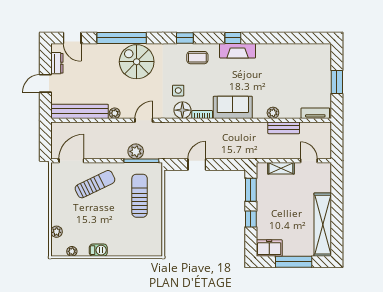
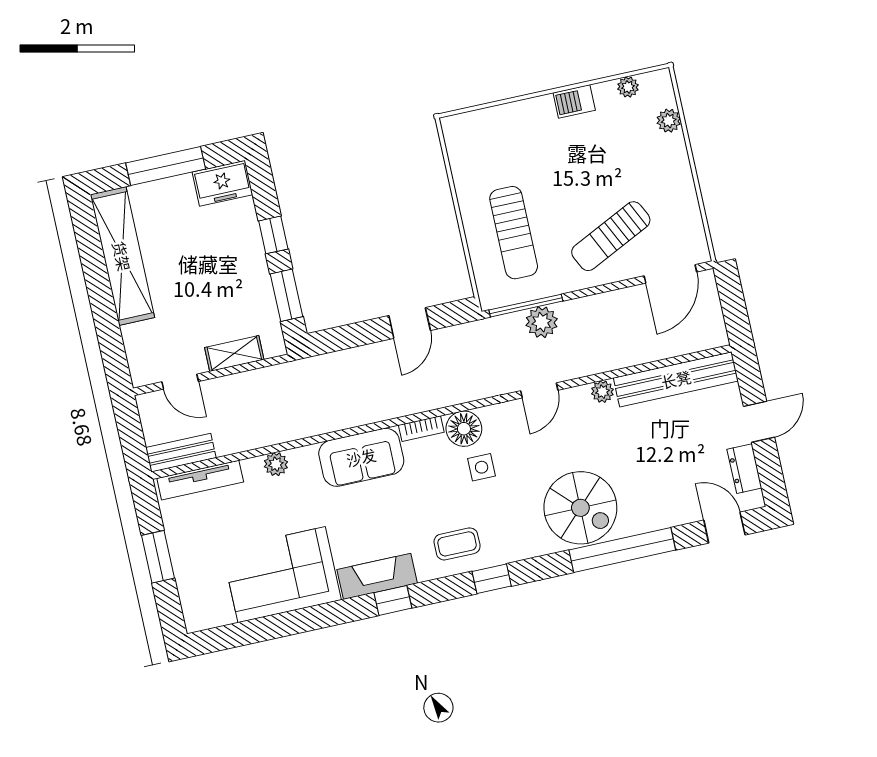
corner sofa: (282, 61) -> (282, 575), added
tv unit: (315, 113) -> (200, 480), width x1.41
bench: (284, 128) -> (181, 453), moved

